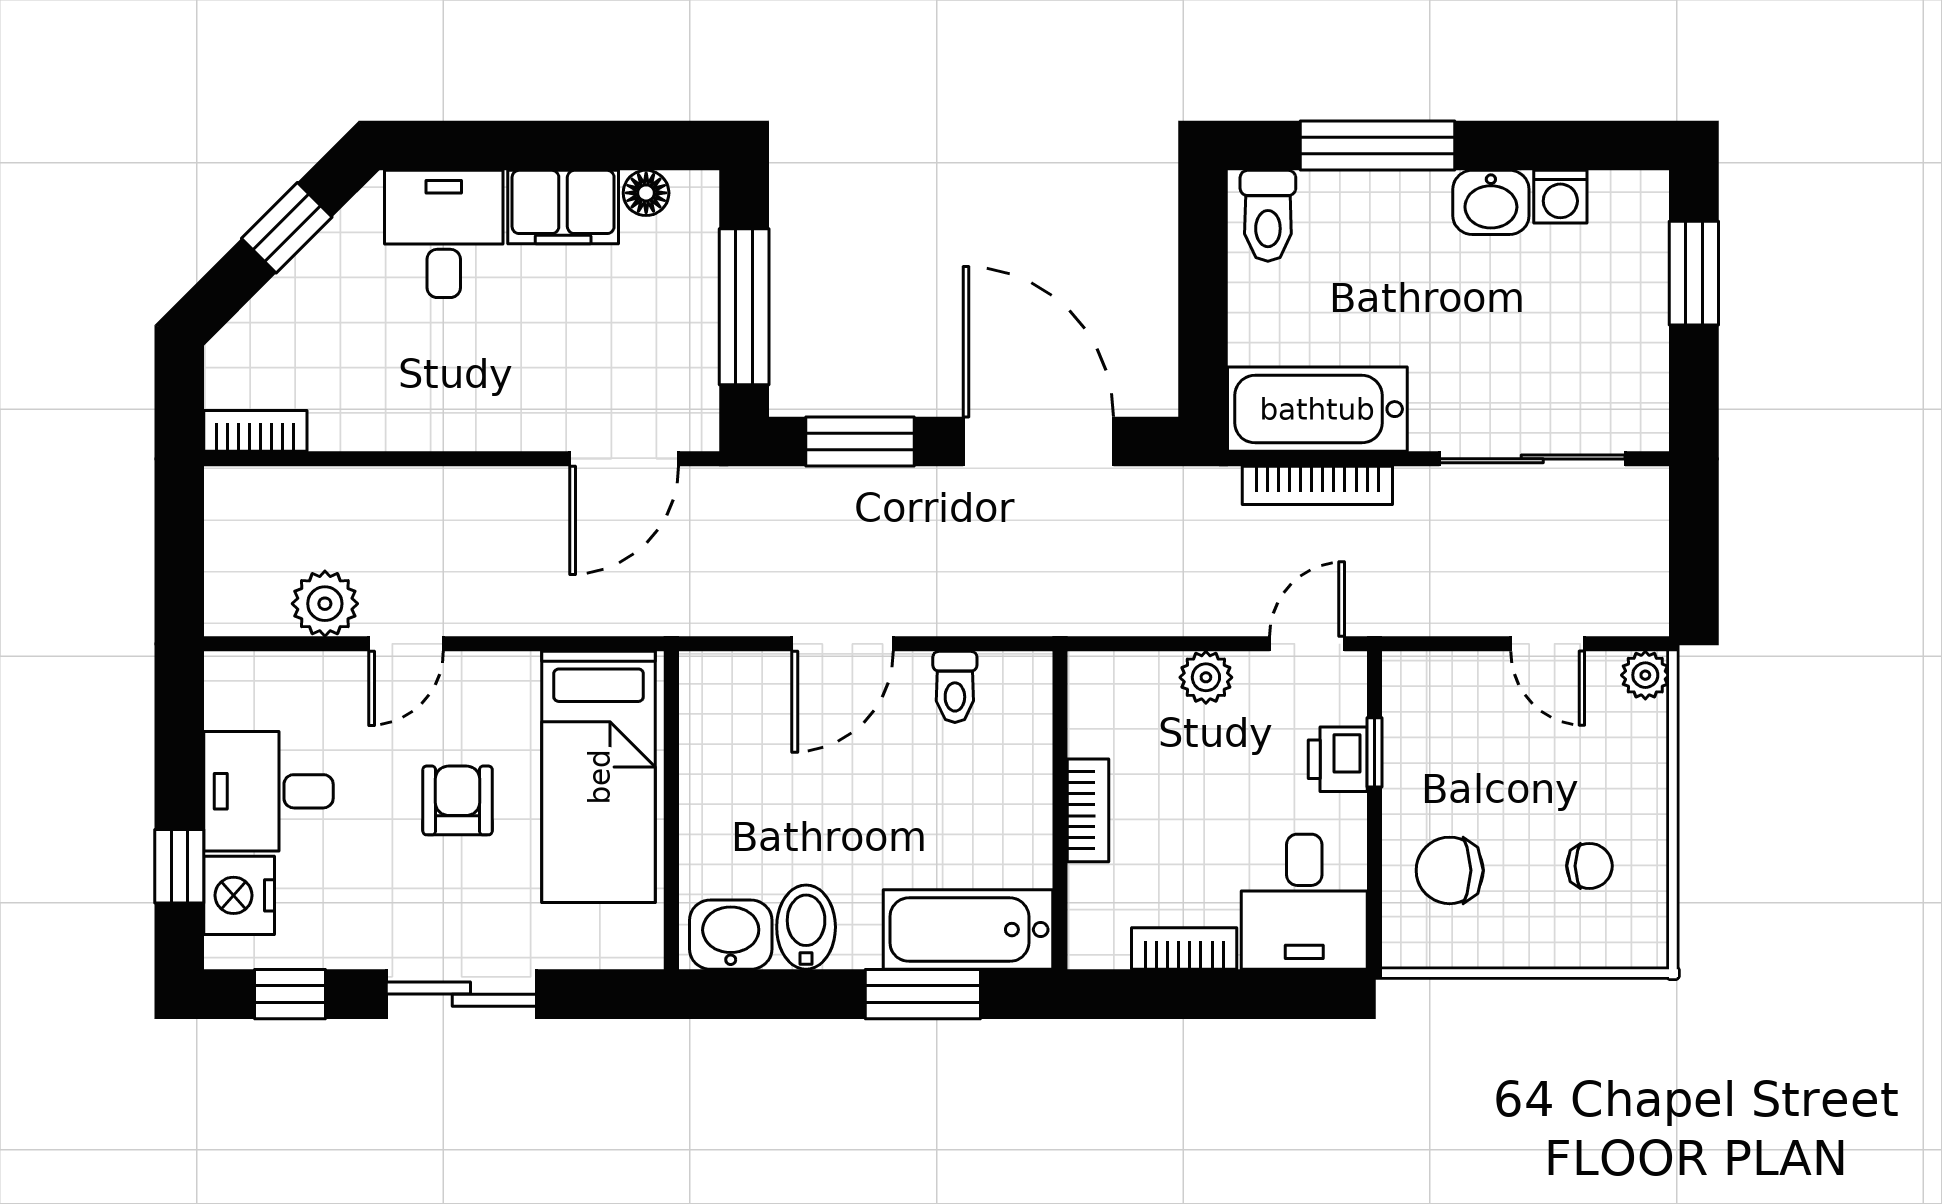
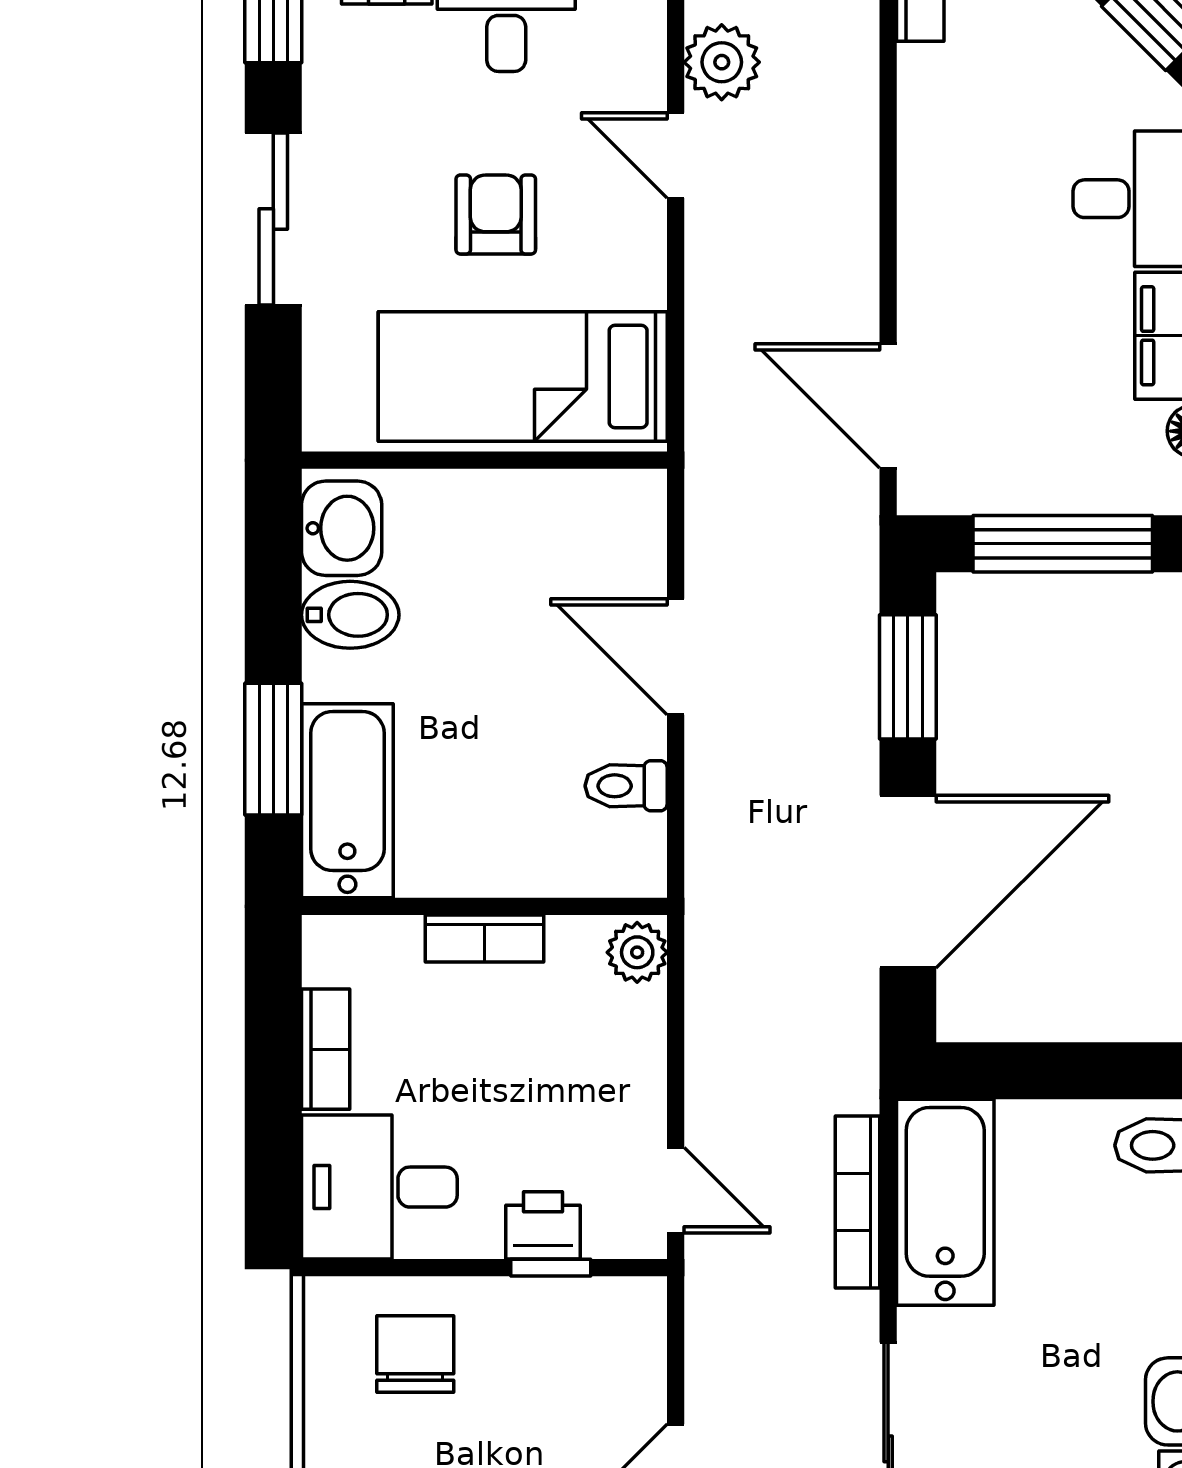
plant: (1206, 677) -> (637, 952), moved
armchair: (458, 800) -> (496, 215), turned -90

